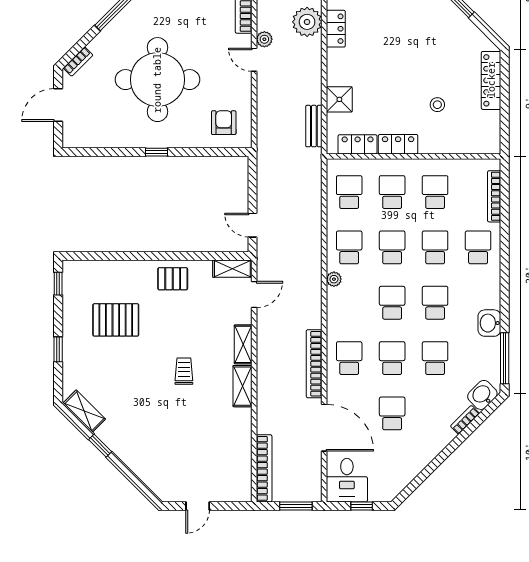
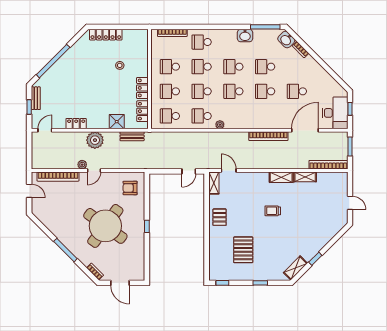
plant: (307, 22) -> (95, 140), moved
round table: (157, 80) -> (105, 226), turned 36
shelving: (243, 344) -> (305, 177), moved
school desk: (349, 358) -> (265, 116), removed
desk: (347, 480) -> (335, 113), width x1.37

